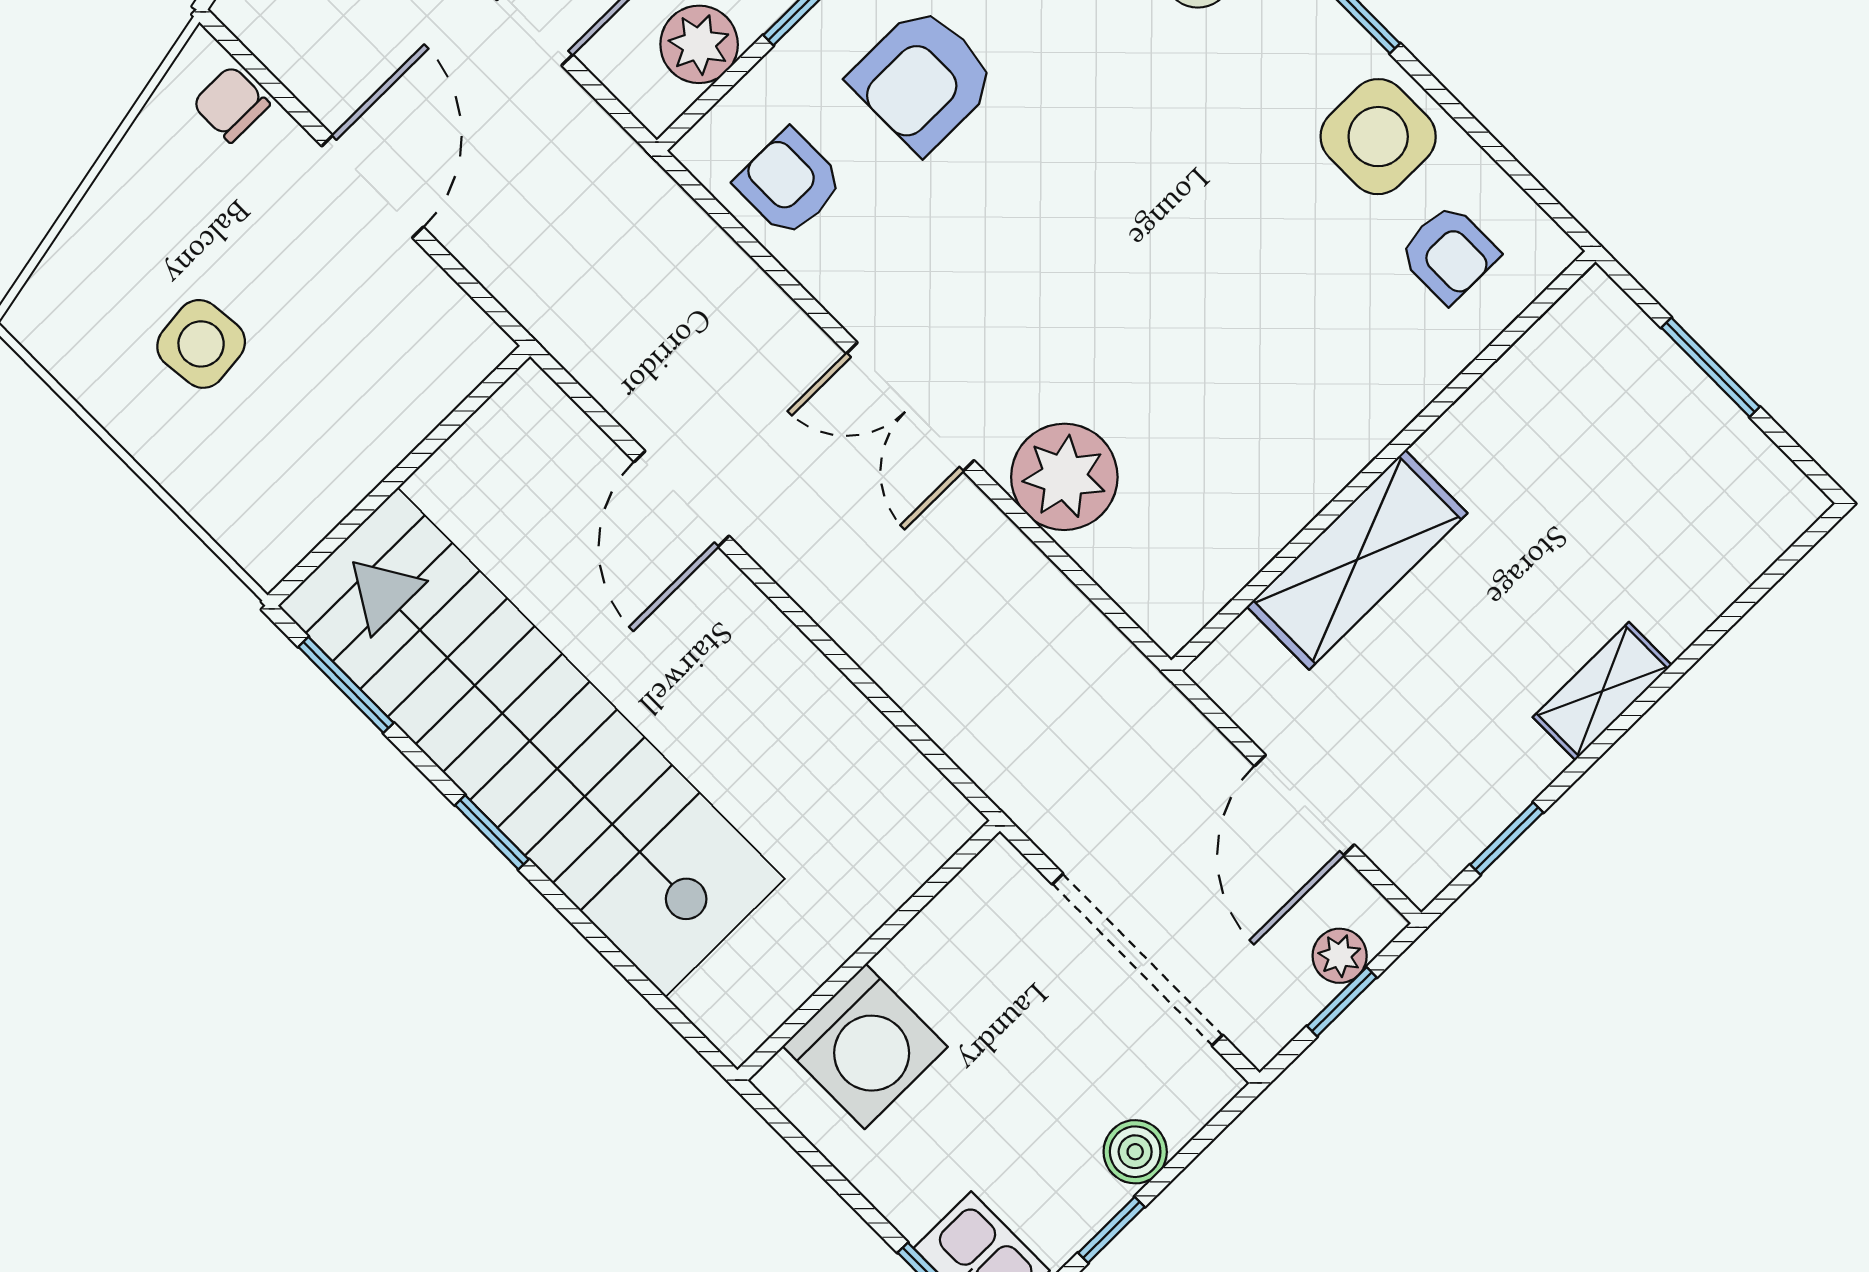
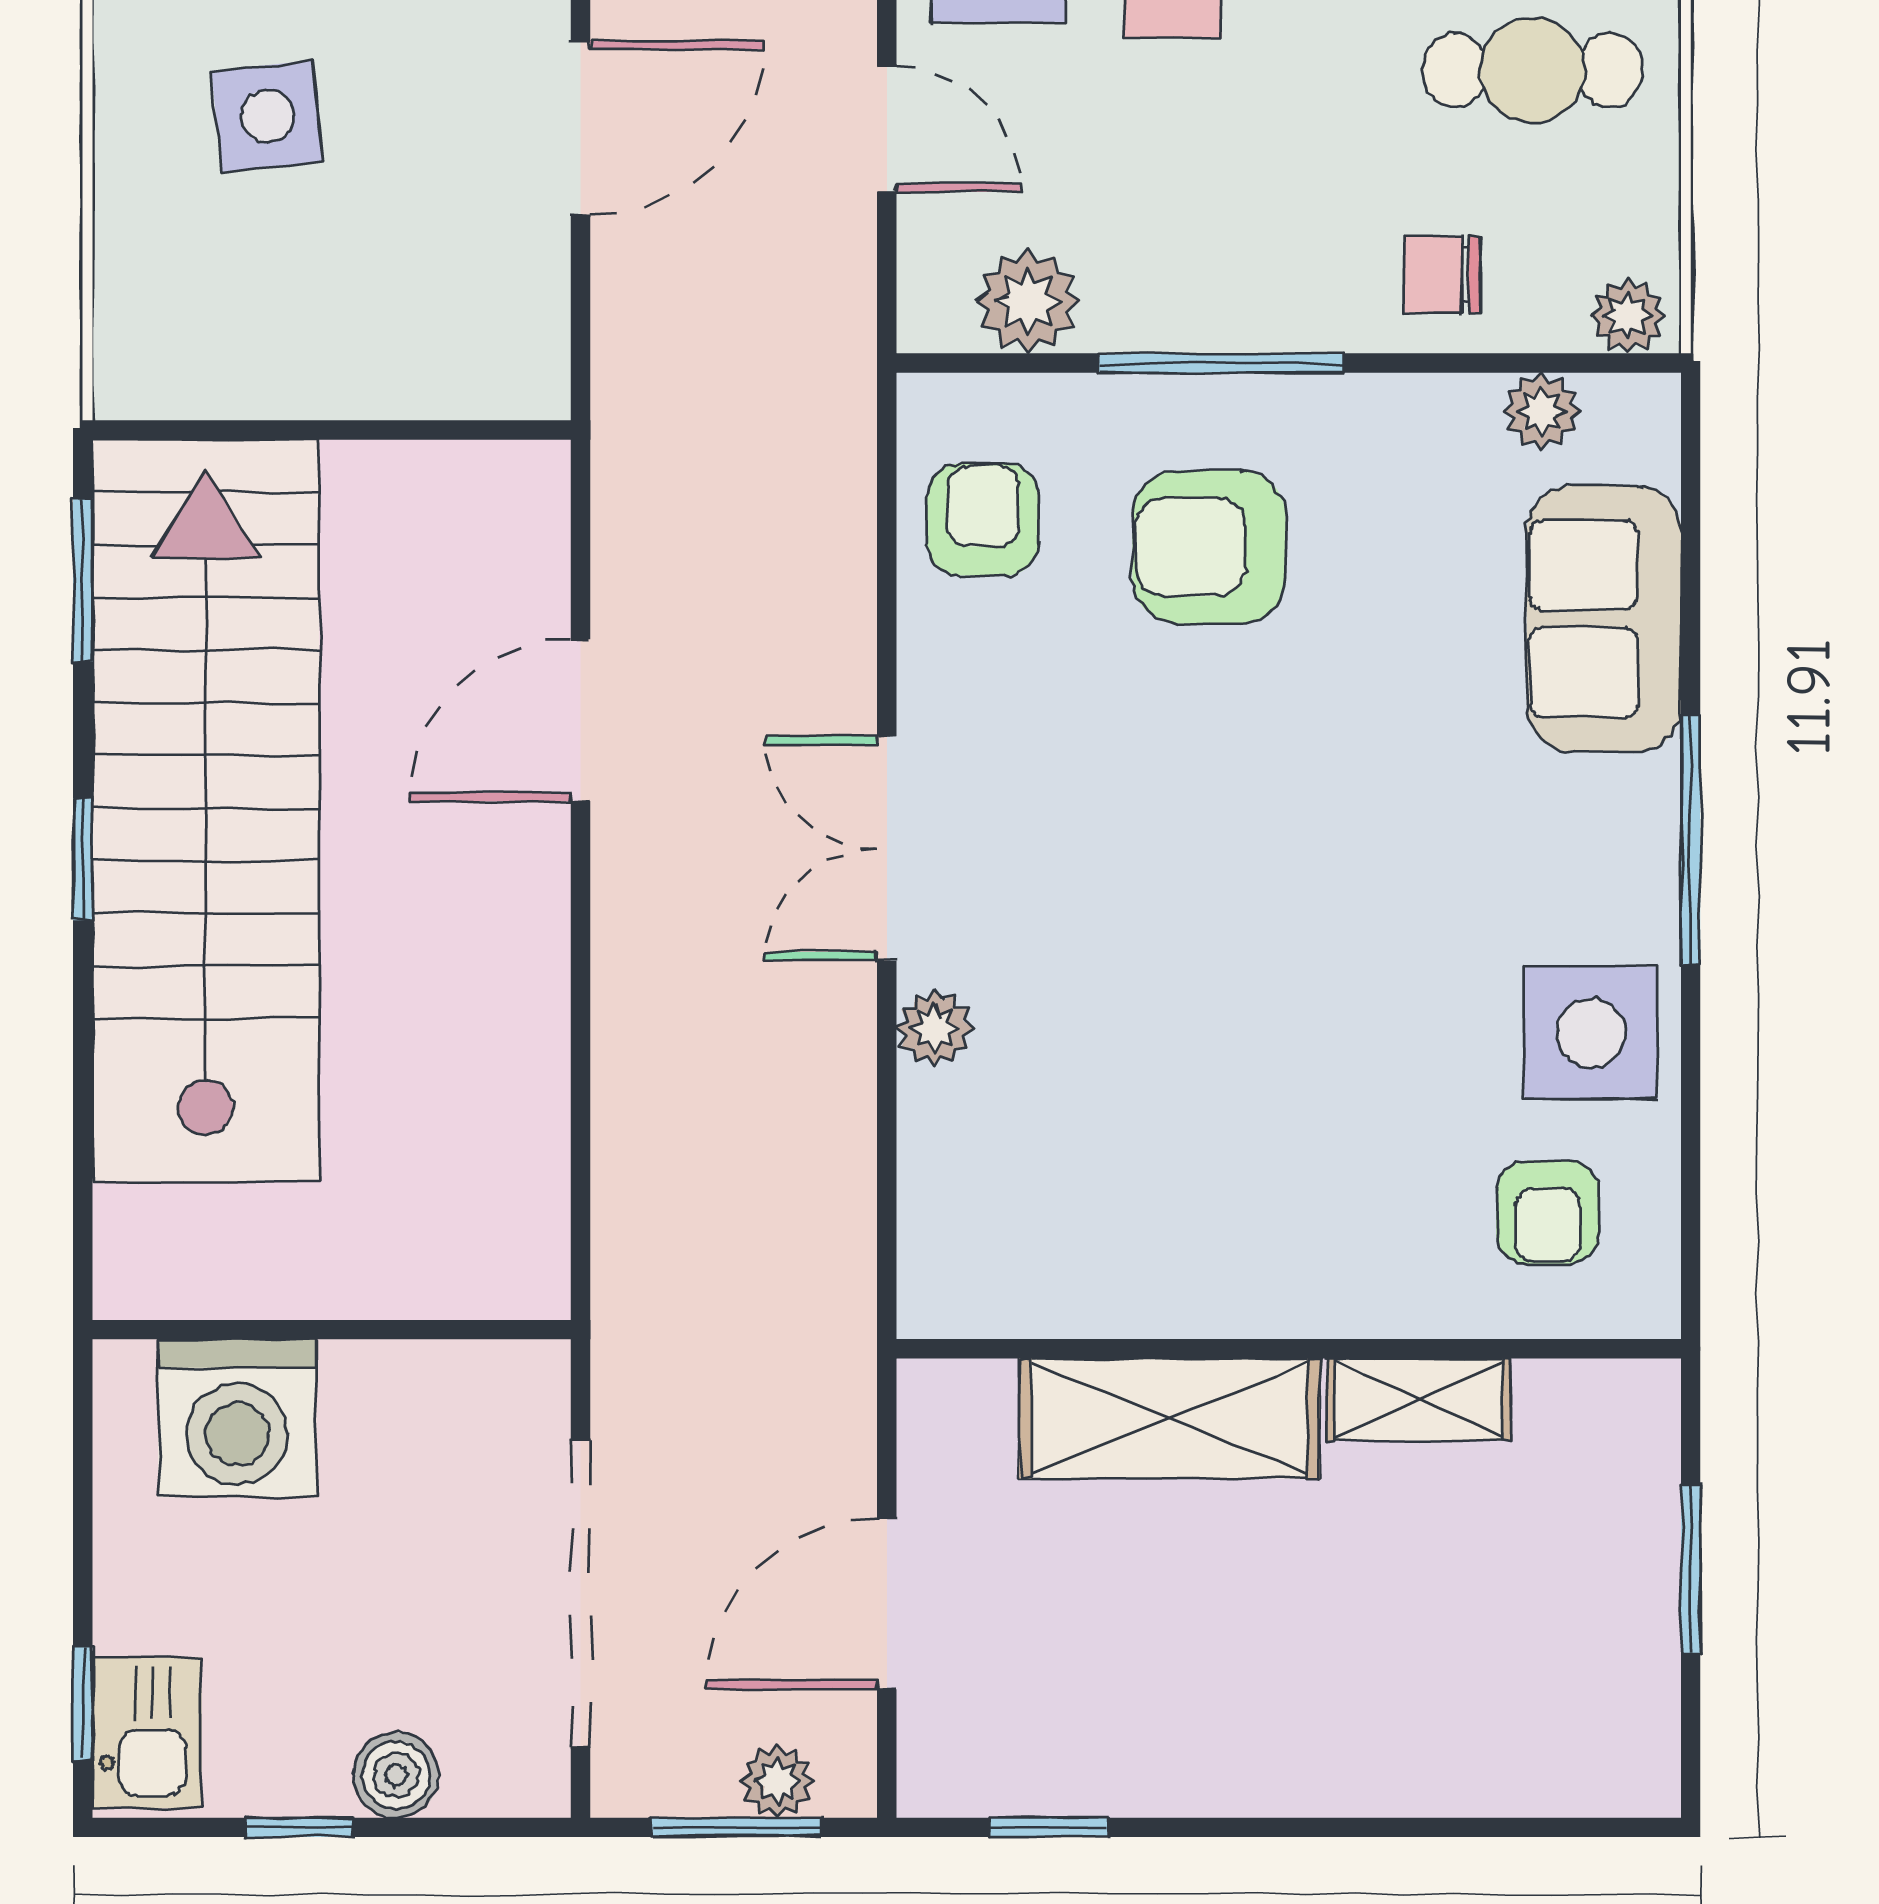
plant: (1064, 477) -> (934, 1028), width x0.53, depth x0.53
shelving: (1602, 691) -> (1419, 1399), moved
window: (1342, 1002) -> (736, 1827), width x1.50

